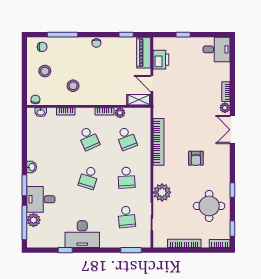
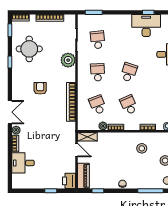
desk: (217, 49) -> (23, 163), moved
printer: (161, 60) -> (69, 181), moved
desk: (82, 234) -> (146, 26), moved

